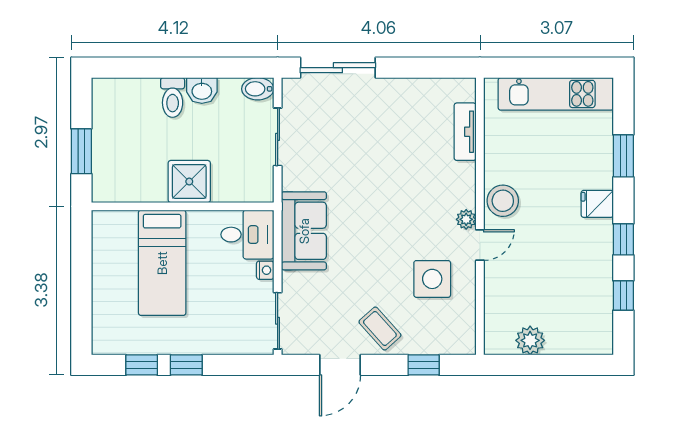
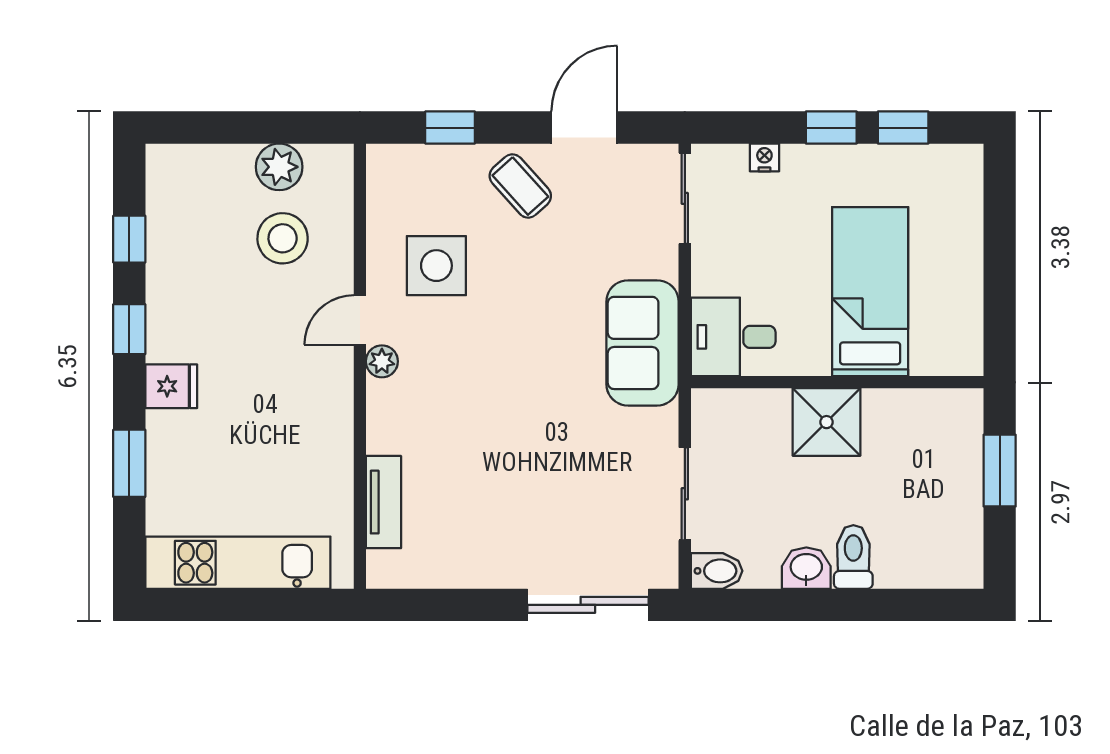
stool: (503, 201) -> (283, 238), moved
nightstand: (265, 270) -> (764, 157), moved, turned 90

